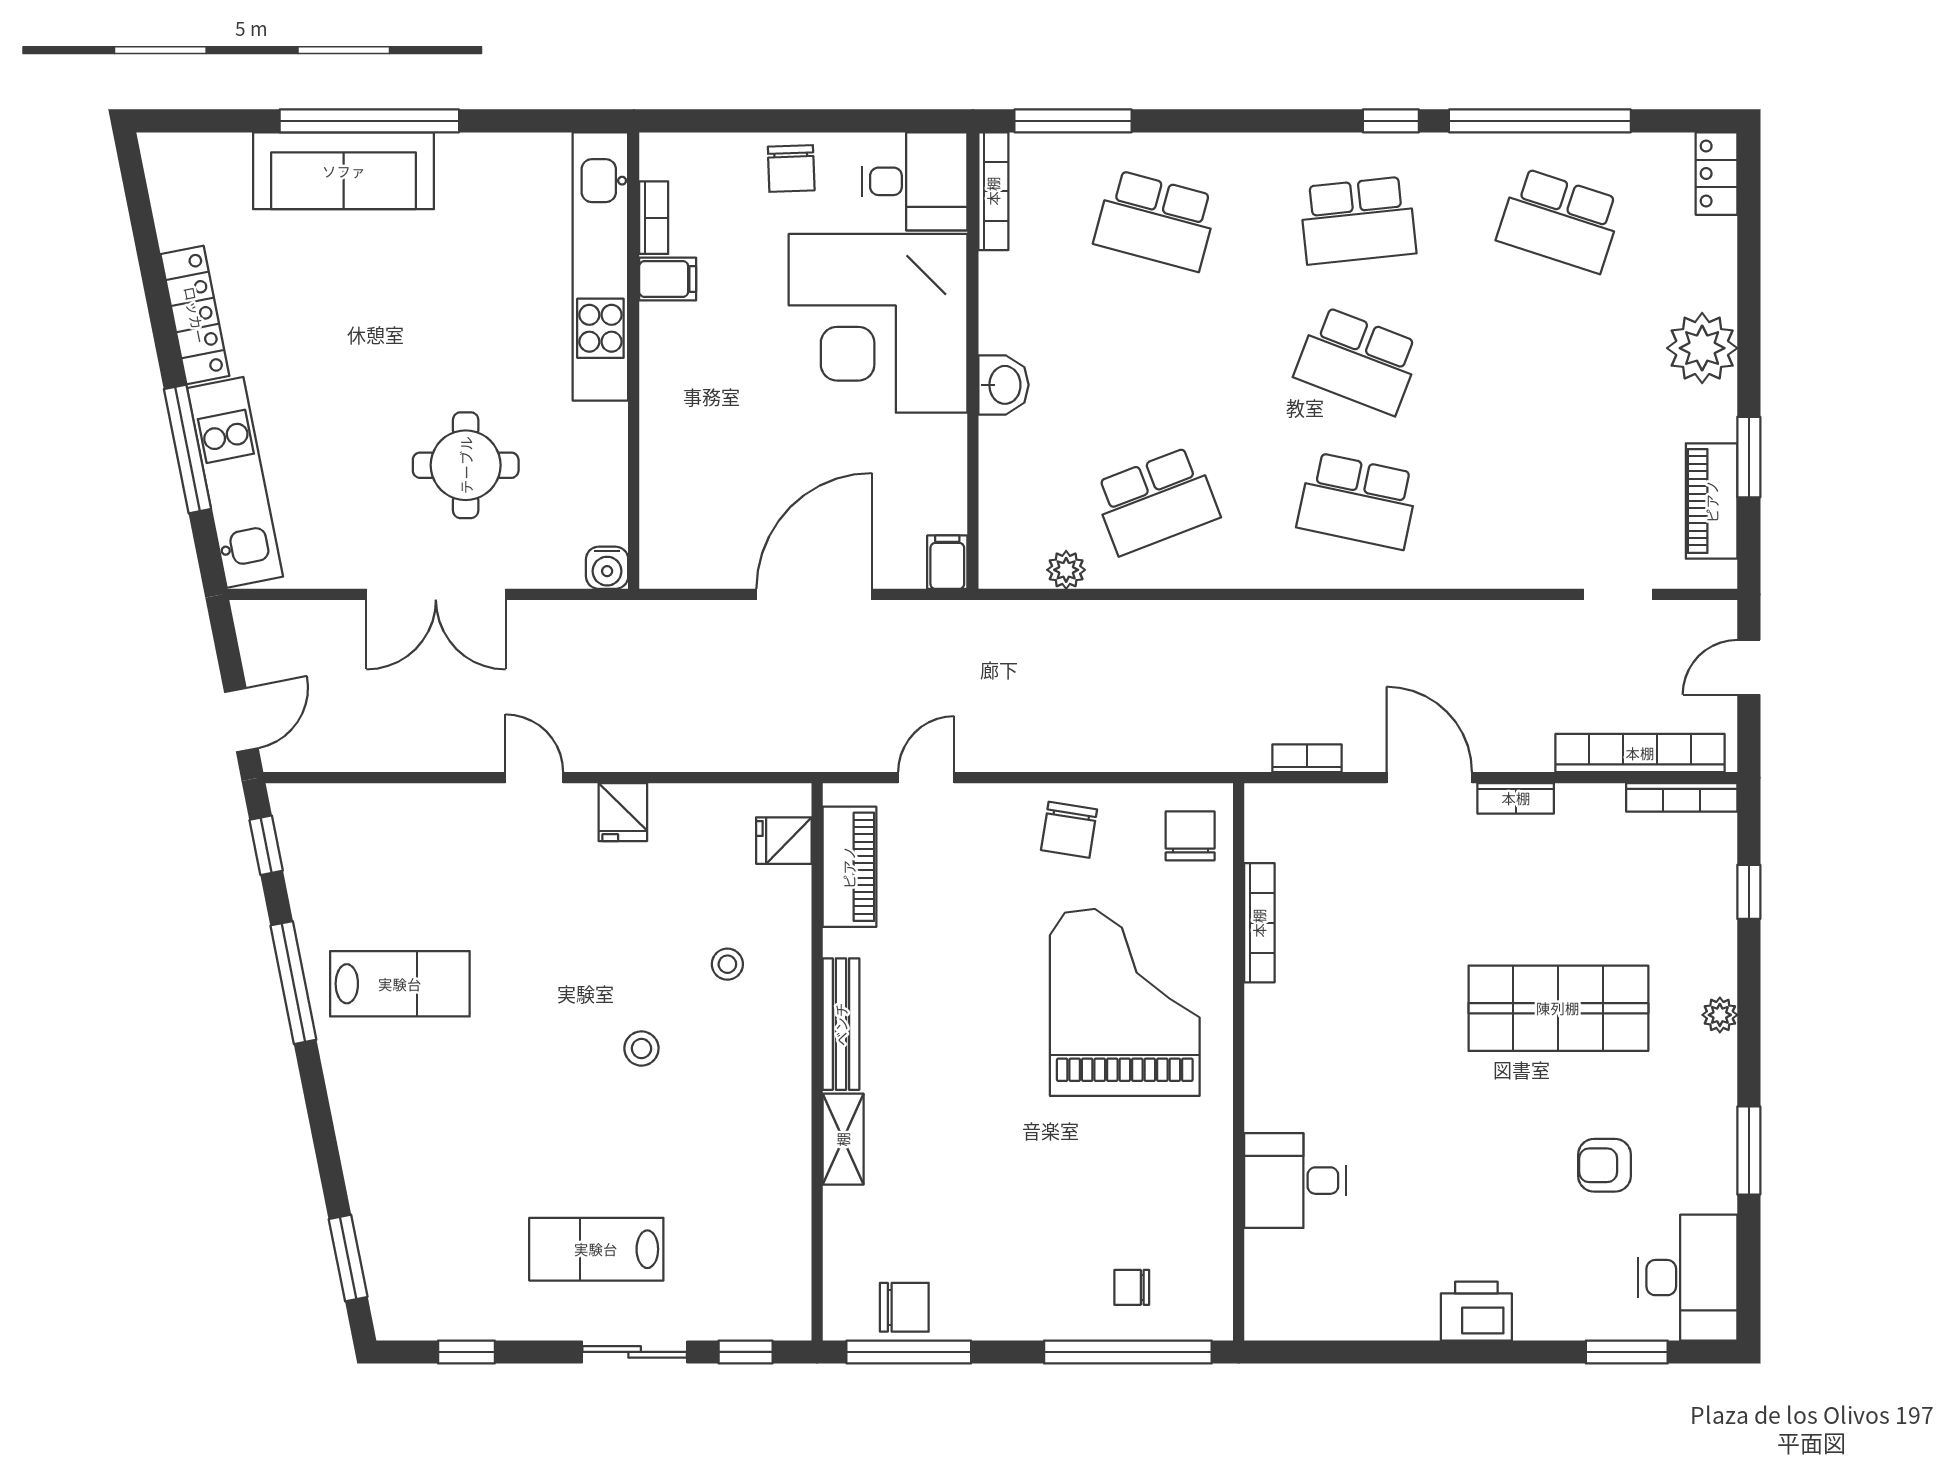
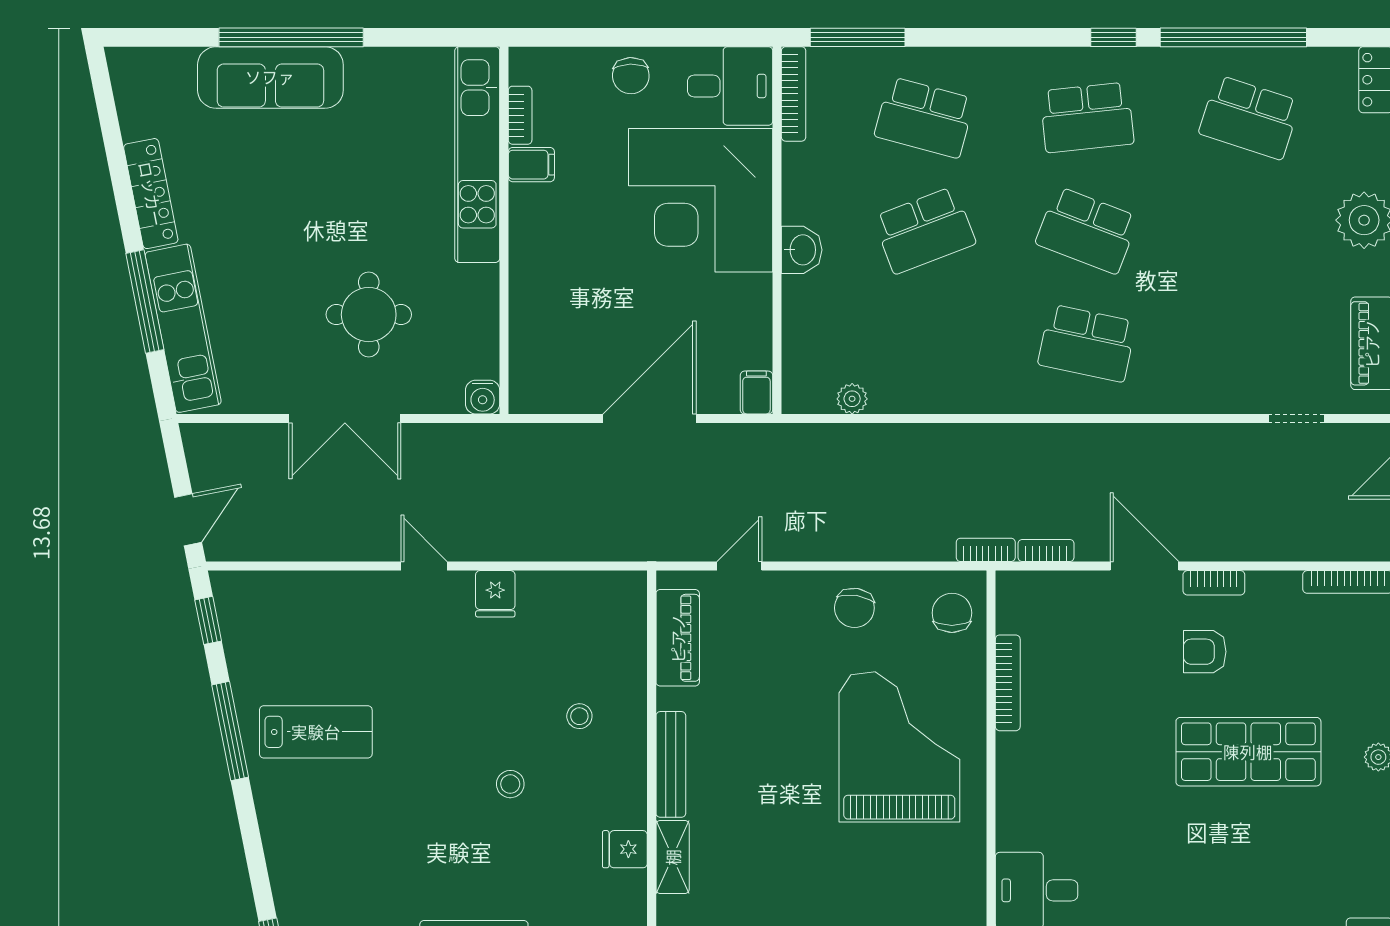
school desk: (1156, 501) -> (924, 230), moved
bookcase: (1640, 753) -> (986, 550), moved, width x0.43, depth x0.76
fridge: (784, 841) -> (625, 849), moved
armchair: (1604, 1165) -> (1205, 652), moved

